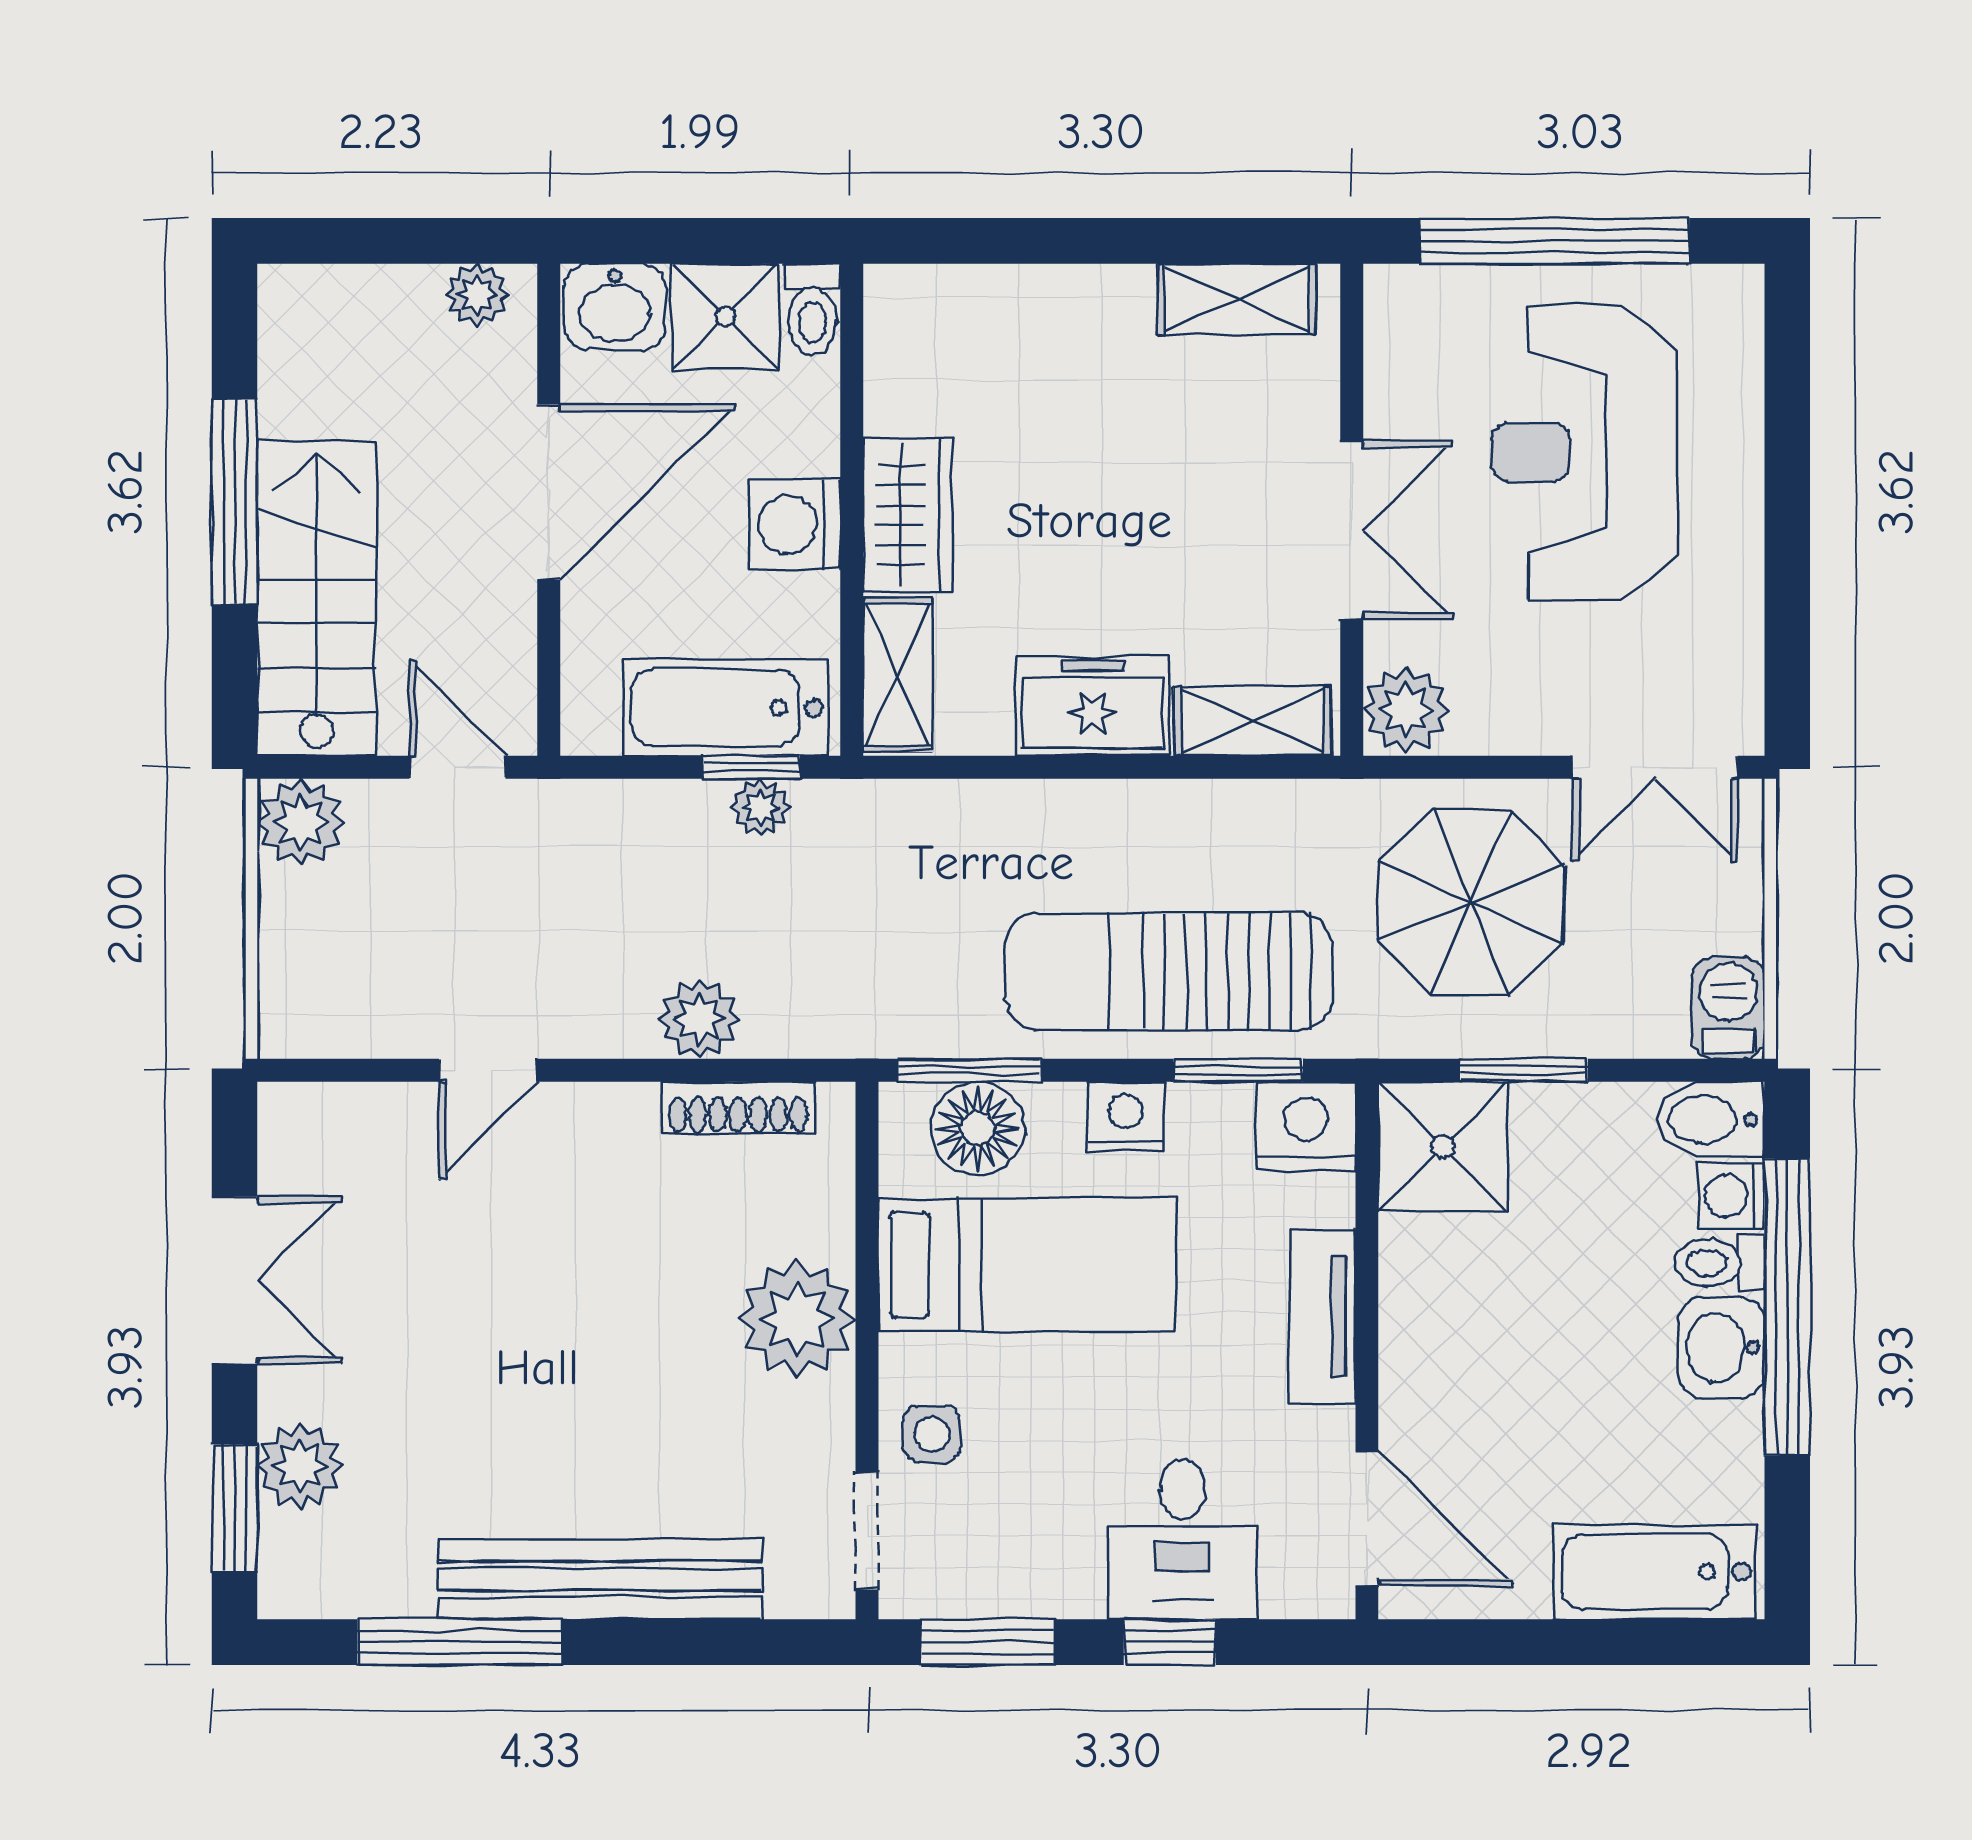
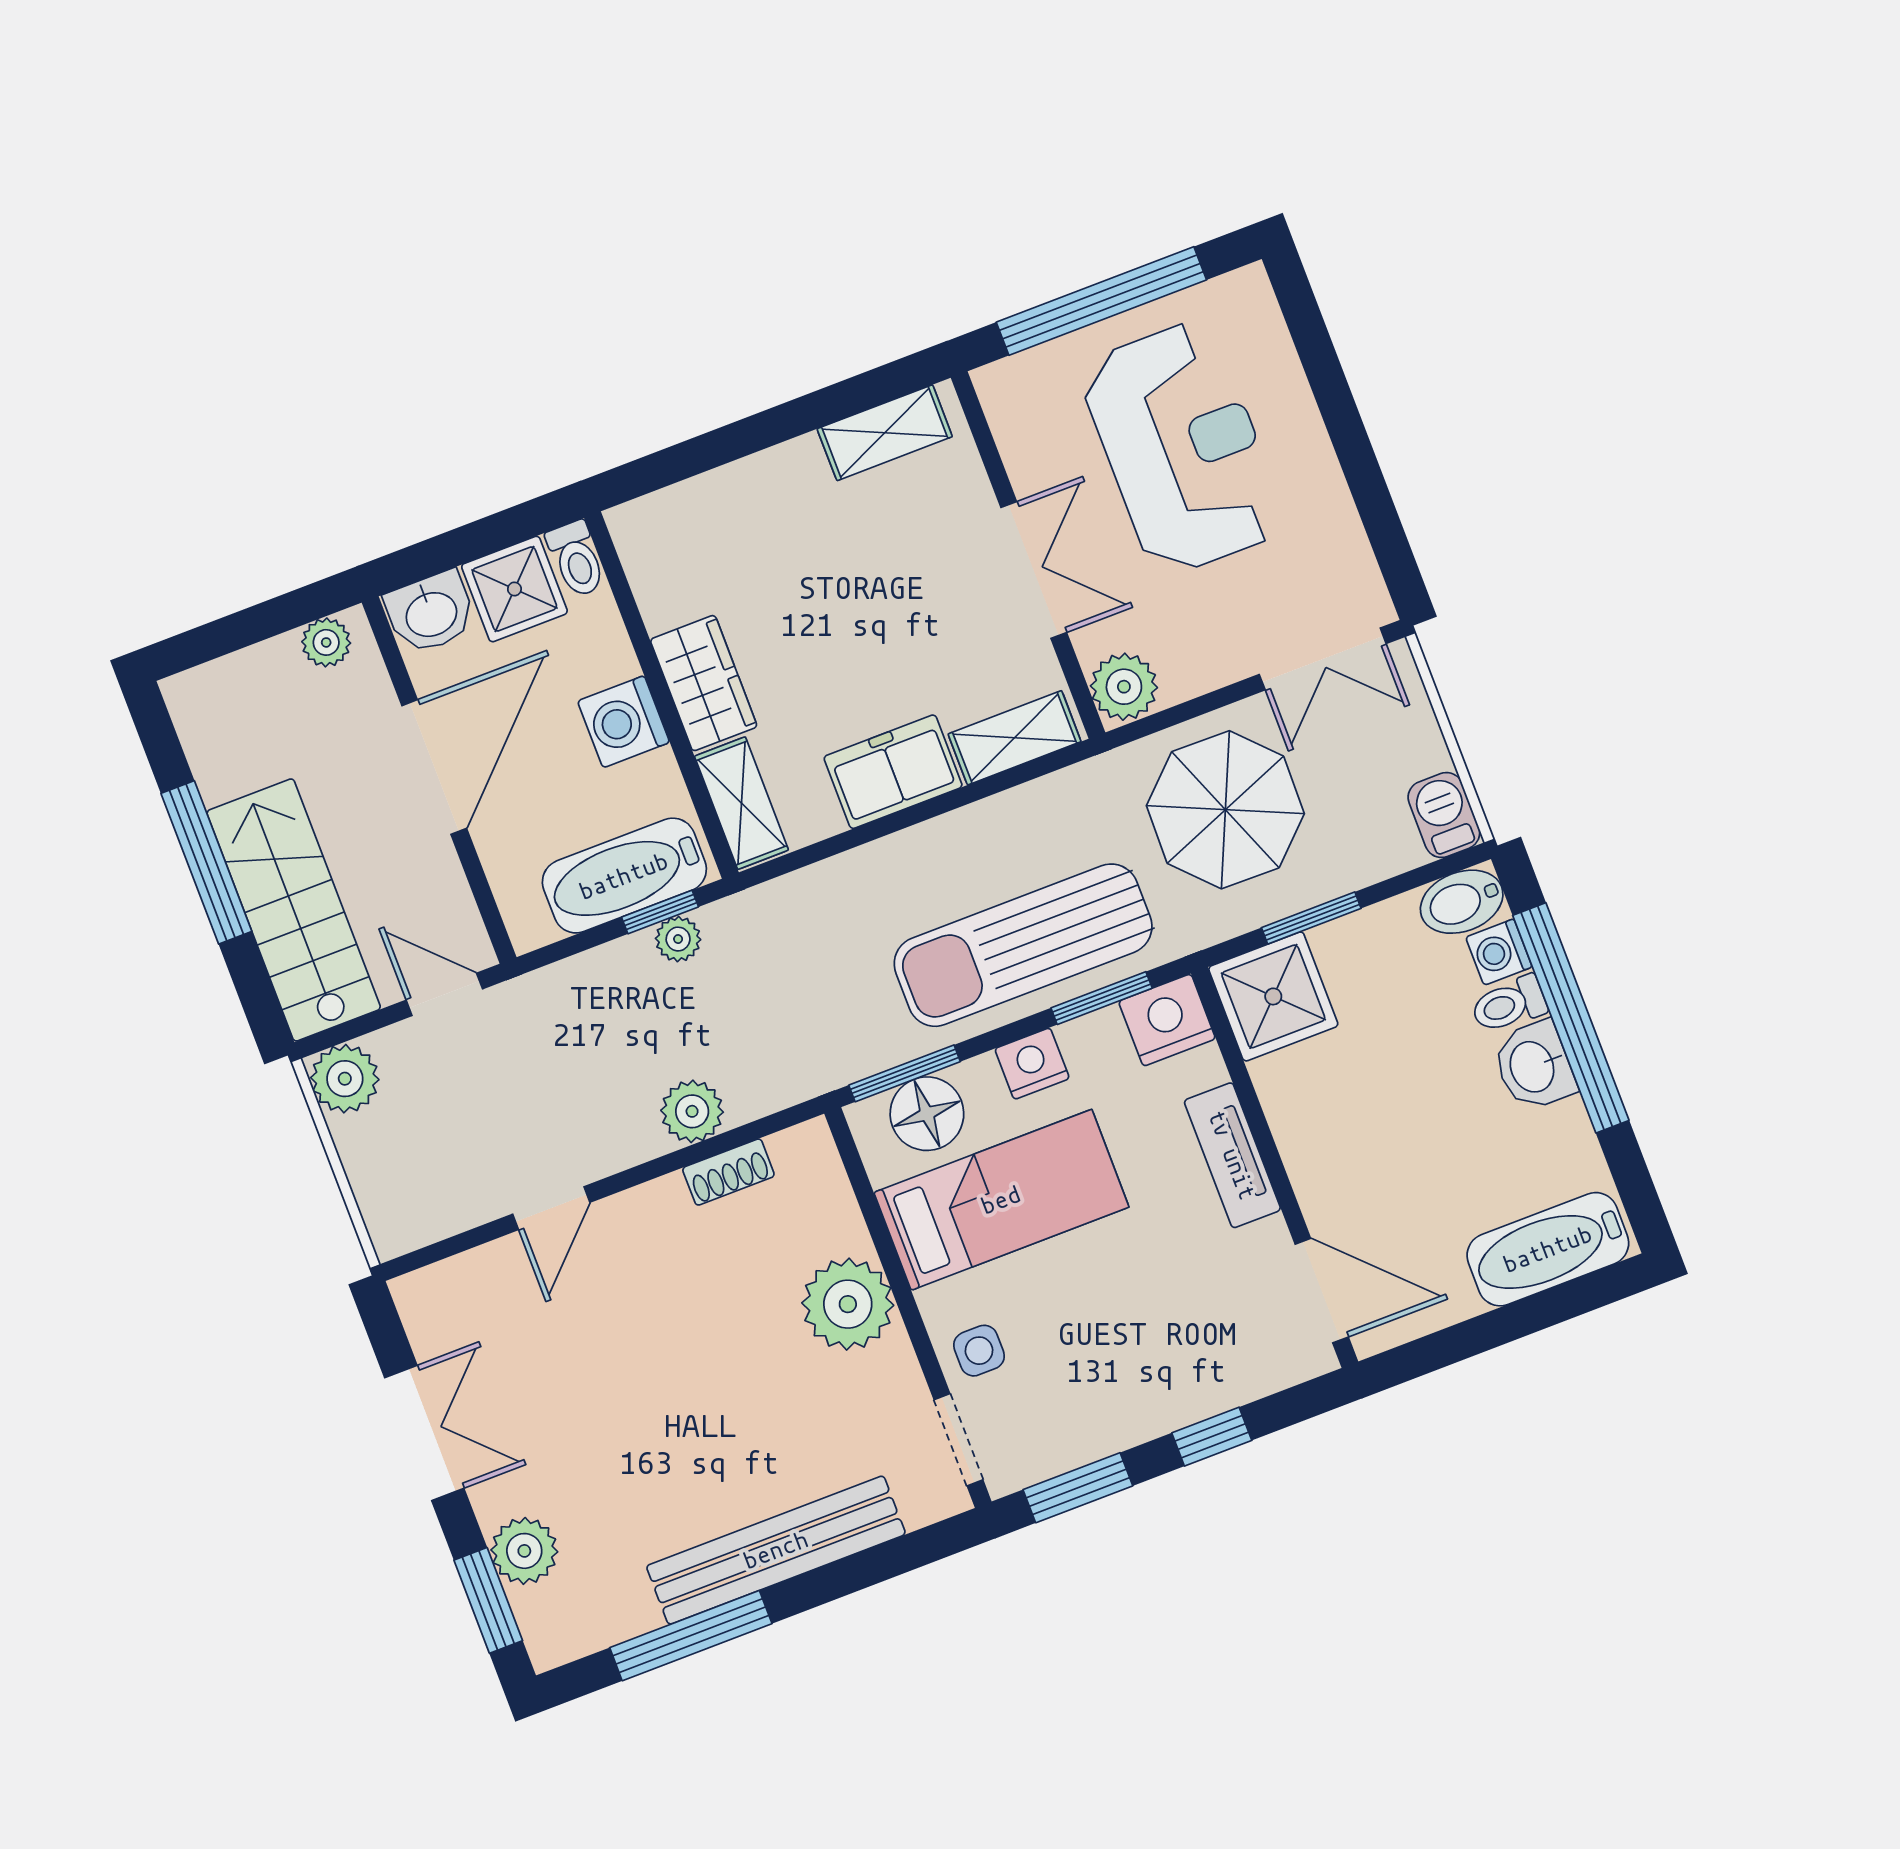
reception desk: (1584, 452) -> (1182, 448), turned 180
shoe rack: (738, 1108) -> (728, 1172), width x0.70
desk: (1182, 1539) -> (1192, 1358), removed

